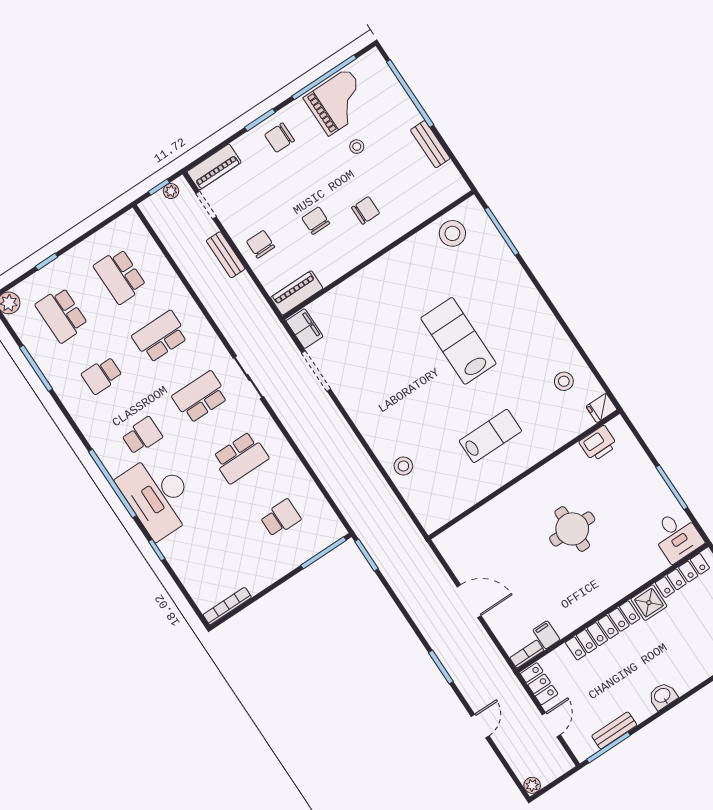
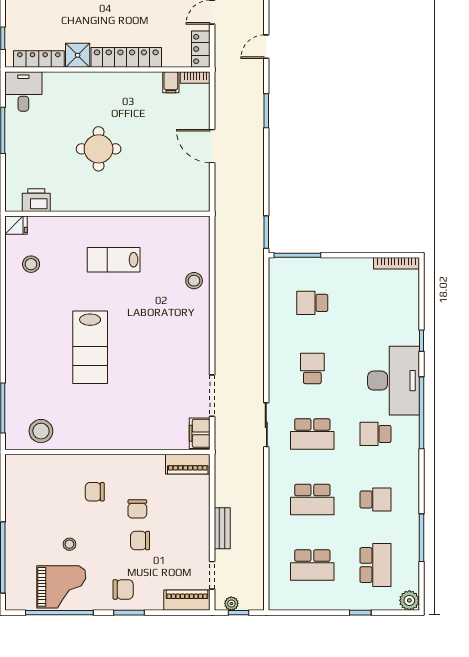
grand piano: (338, 102) -> (61, 587), turned 180
bench: (430, 144) -> (13, 509), removed
chair: (261, 244) -> (140, 541), moved, turned 90
school desk: (120, 276) -> (312, 565), turned 90
school desk: (240, 458) -> (312, 368), width x0.54

